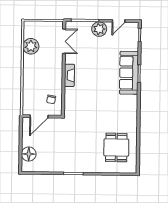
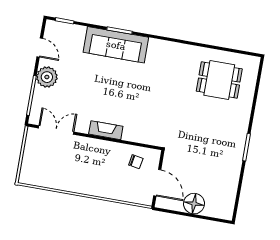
plant: (31, 46) -> (56, 178), removed
floor lamp: (29, 154) -> (194, 204), moved

